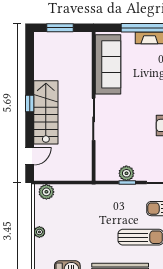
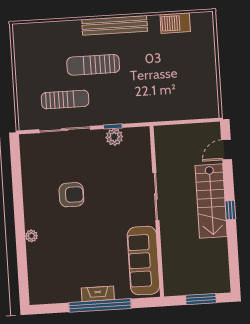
plant: (46, 192) -> (205, 110), removed
plant: (39, 232) -> (210, 63), removed

